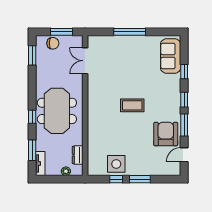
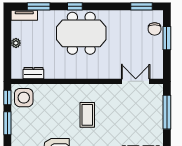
double door: (85, 61) -> (136, 81), moved
wall: (85, 106) -> (87, 81), moved
dresser: (78, 155) -> (33, 73), moved

